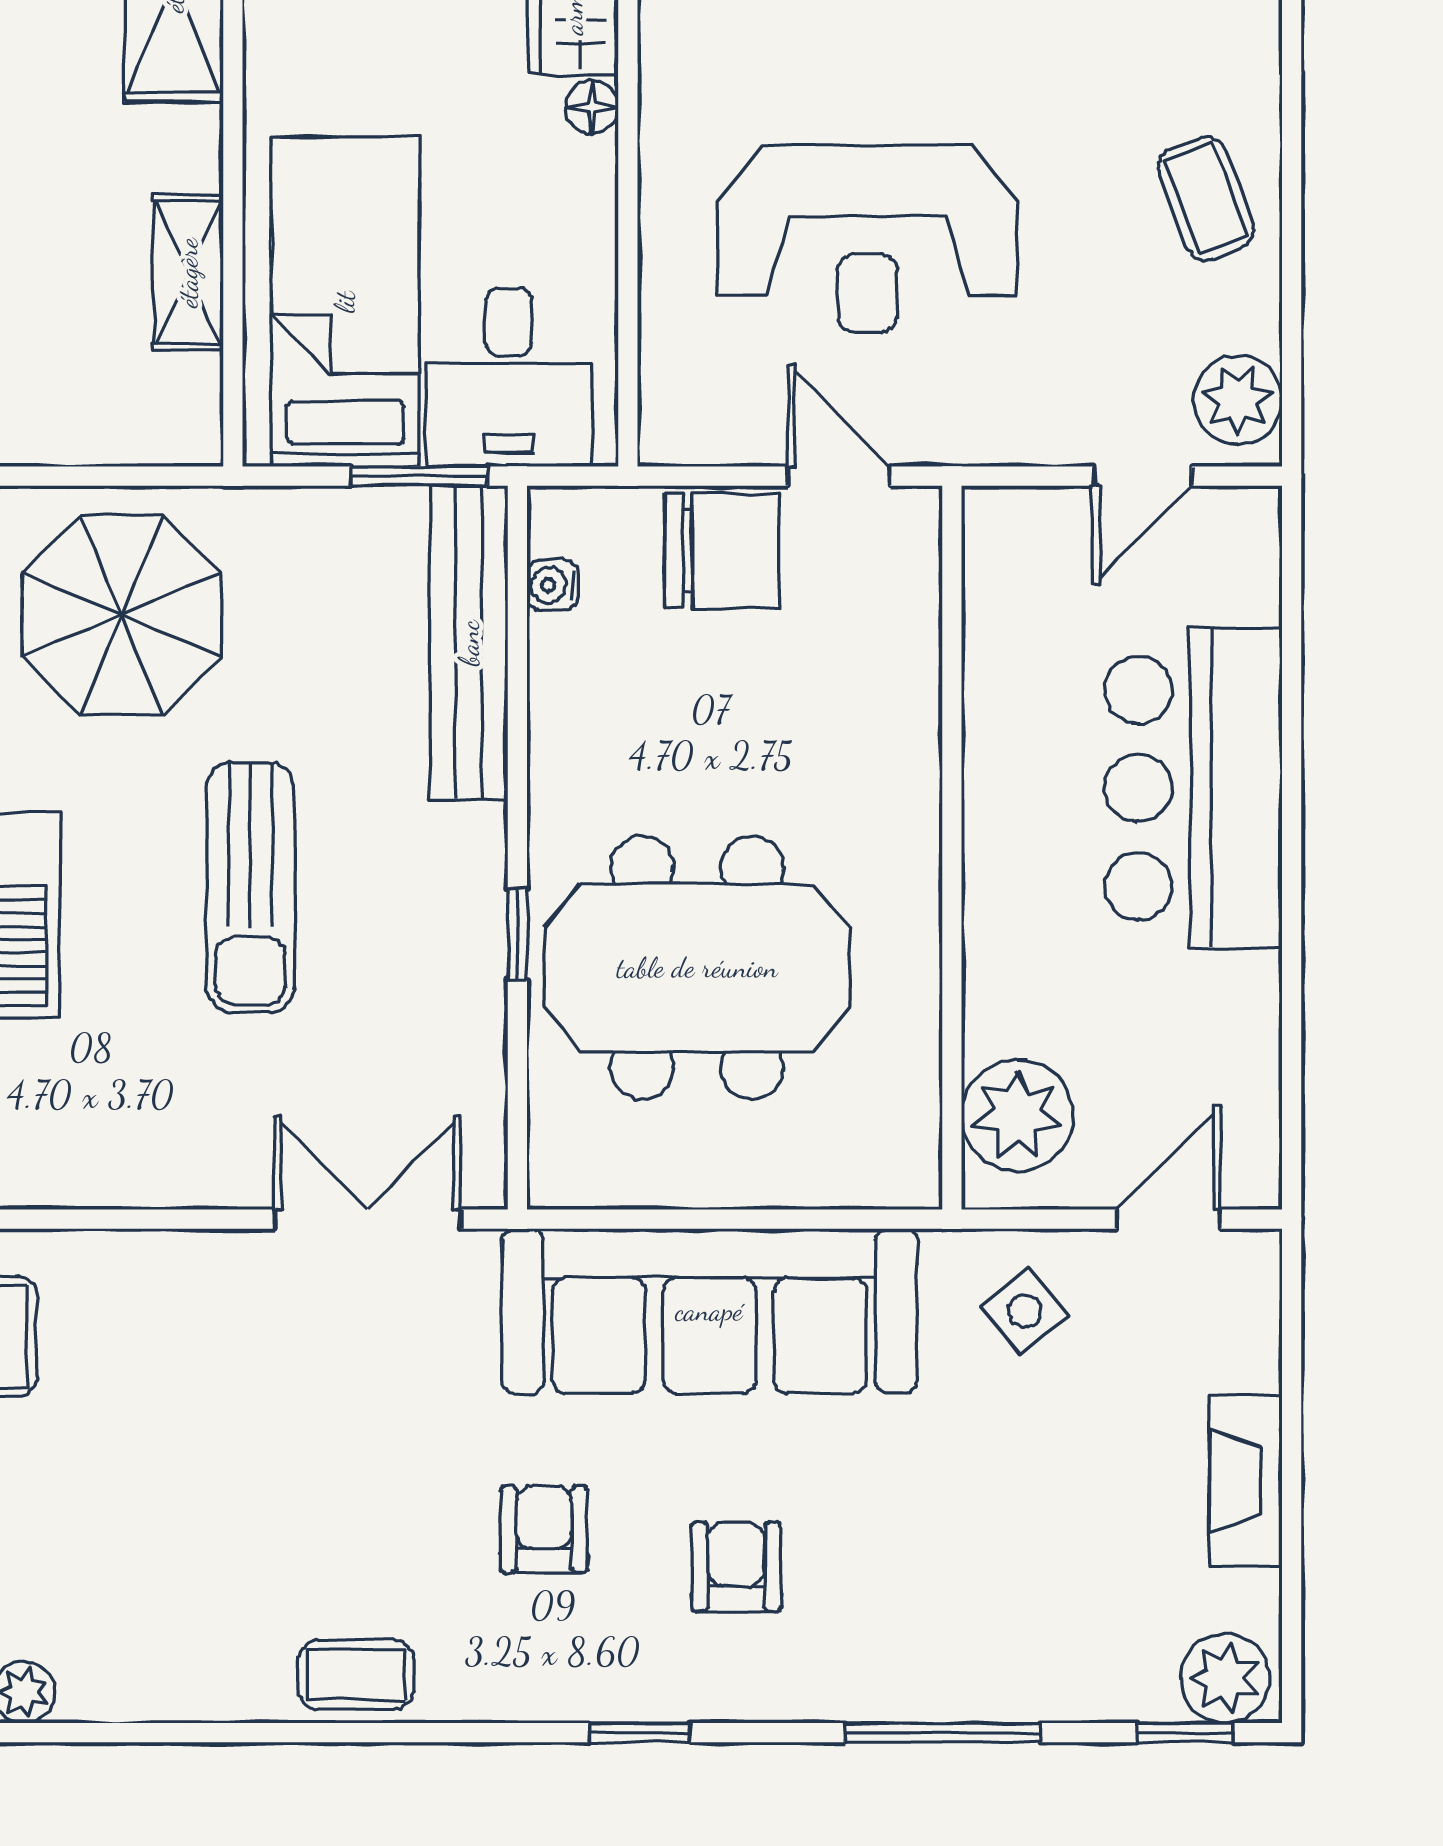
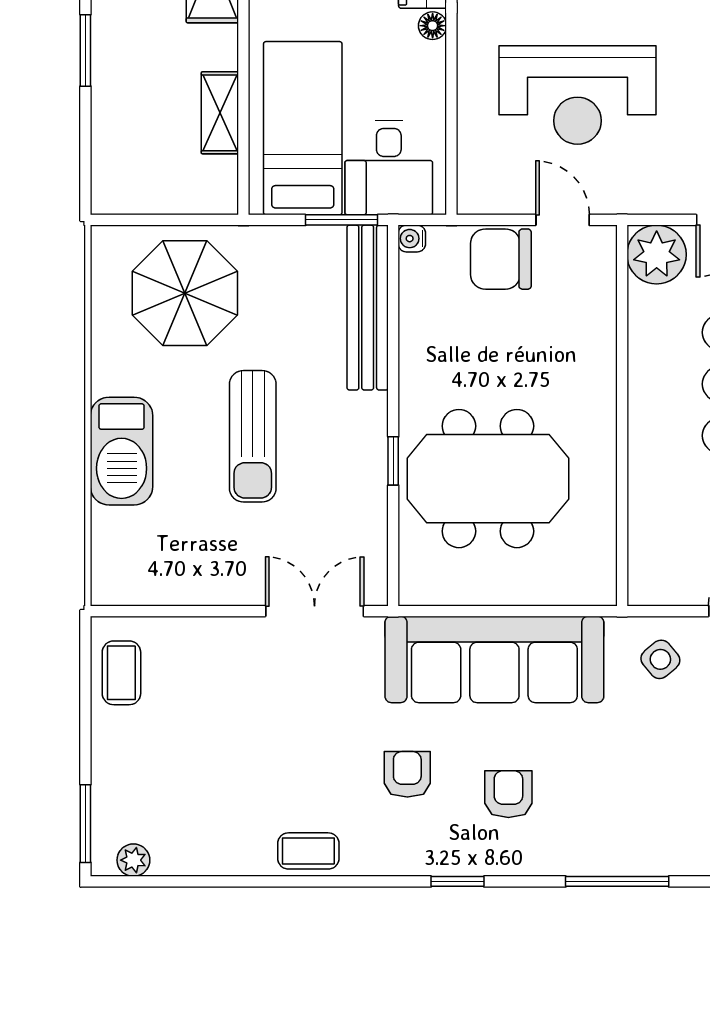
chair: (722, 550) -> (501, 259), turned 180
water cooler: (553, 585) -> (412, 239), moved
plant: (1018, 1116) -> (657, 255), moved

